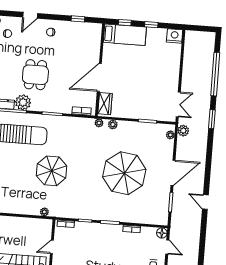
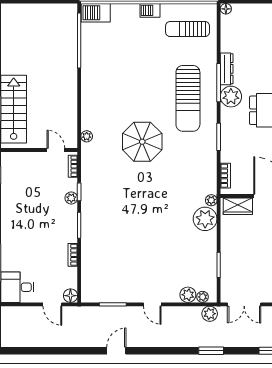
window: (212, 119) -> (211, 351), moved
plant: (113, 124) -> (205, 219), width x1.88, depth x1.88
plant: (168, 146) -> (188, 295), added
parasol: (124, 173) -> (147, 239), removed
door: (173, 173) -> (152, 304), width x0.53
plant: (89, 227) -> (71, 198), added
door: (52, 247) -> (56, 150), moved
door: (167, 247) -> (52, 304), hinge flipped

